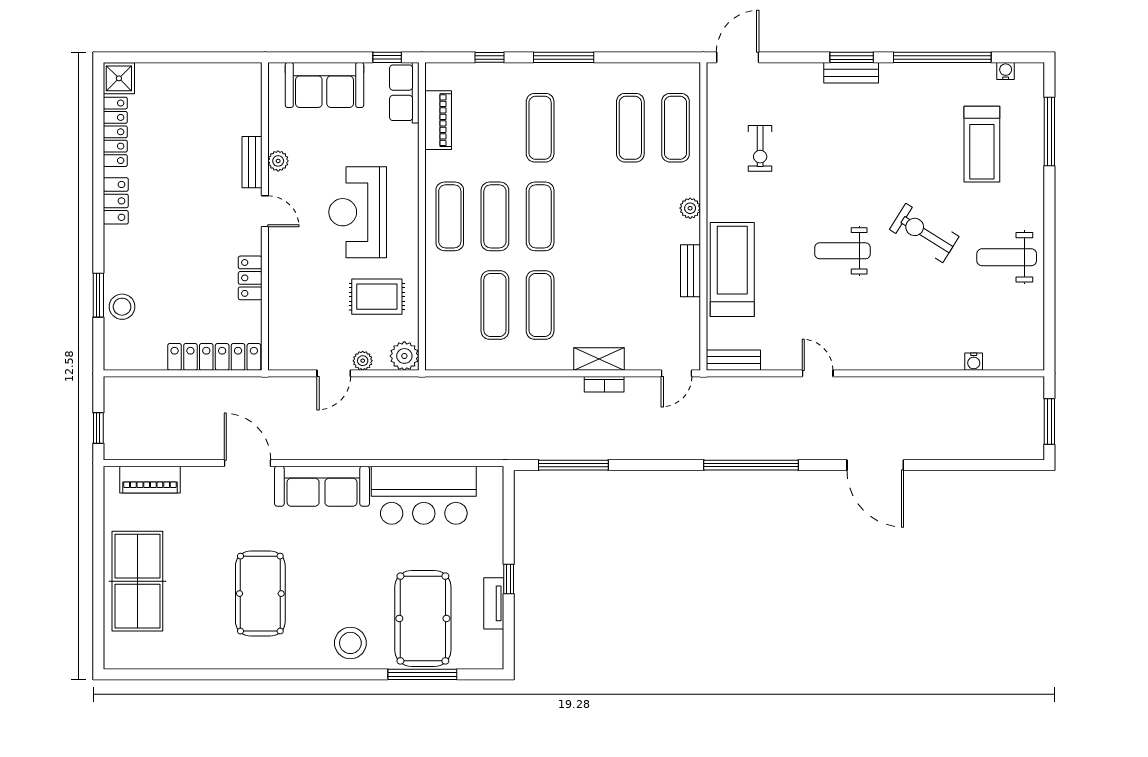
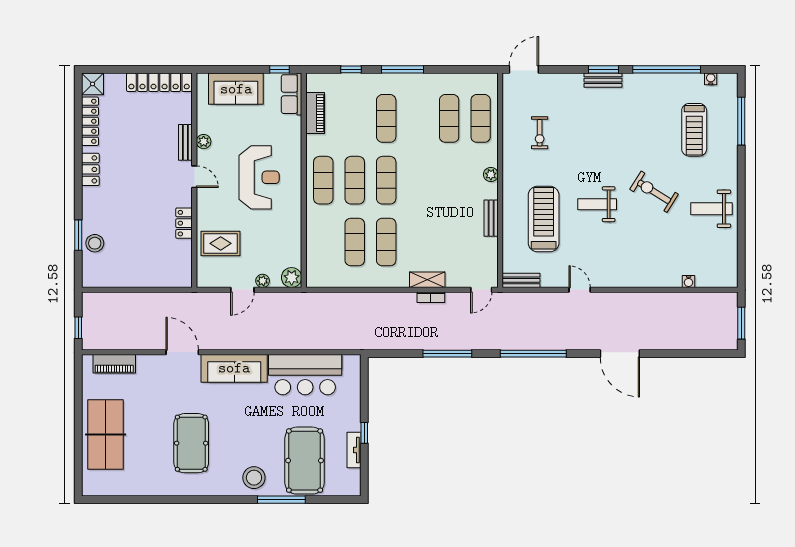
reception desk: (358, 212) -> (259, 177), turned 180
treadmill: (732, 270) -> (544, 219), moved
rug: (377, 297) -> (221, 243), moved
locker: (214, 357) -> (159, 82), moved, turned 180
window: (573, 465) -> (447, 354), moved
window: (422, 674) -> (281, 500), moved

